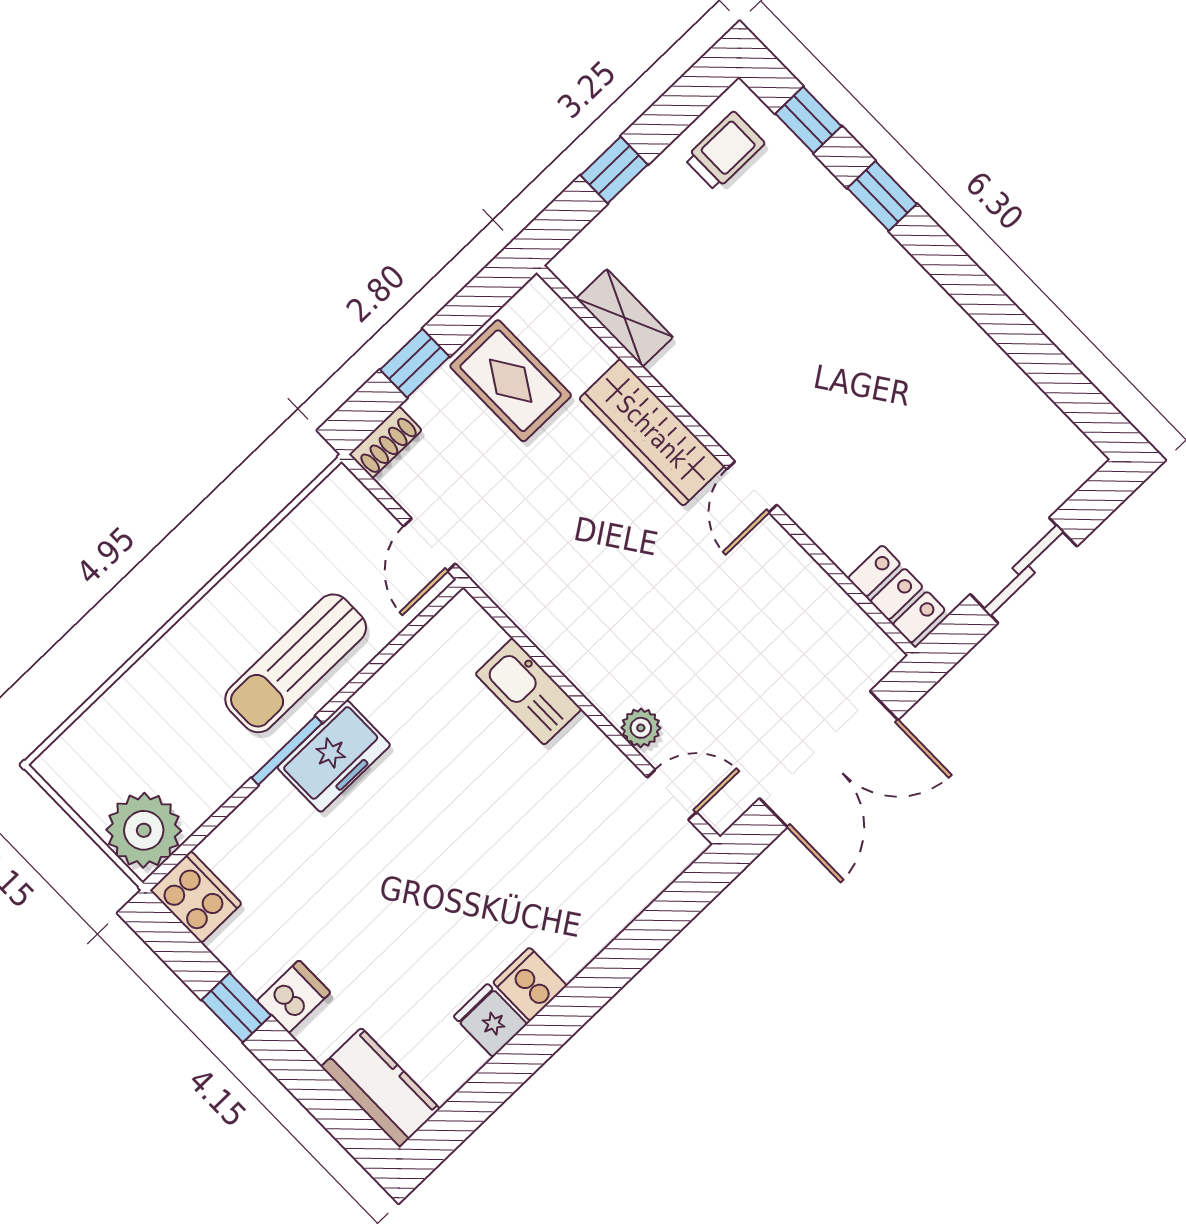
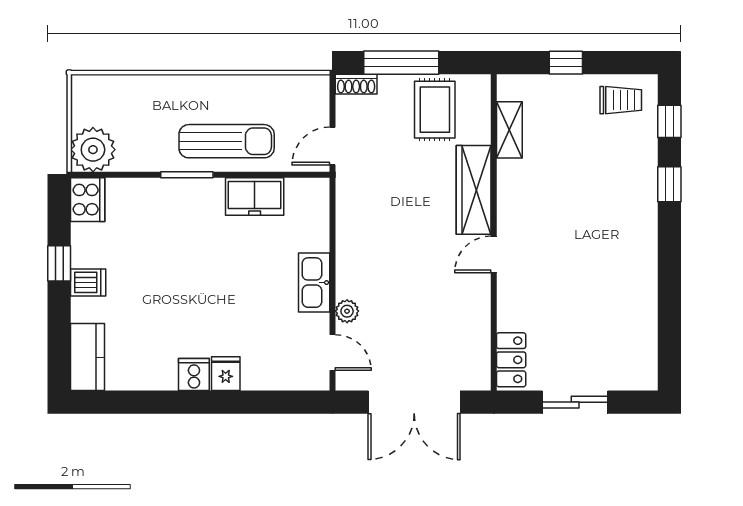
window: (415, 363) -> (401, 63), width x2.17
sun lounger: (296, 663) -> (227, 141), turned 180
kitchen sink: (528, 691) -> (314, 283), moved
freezer: (334, 756) -> (255, 197), moved
fridge: (490, 1020) -> (226, 374), moved

